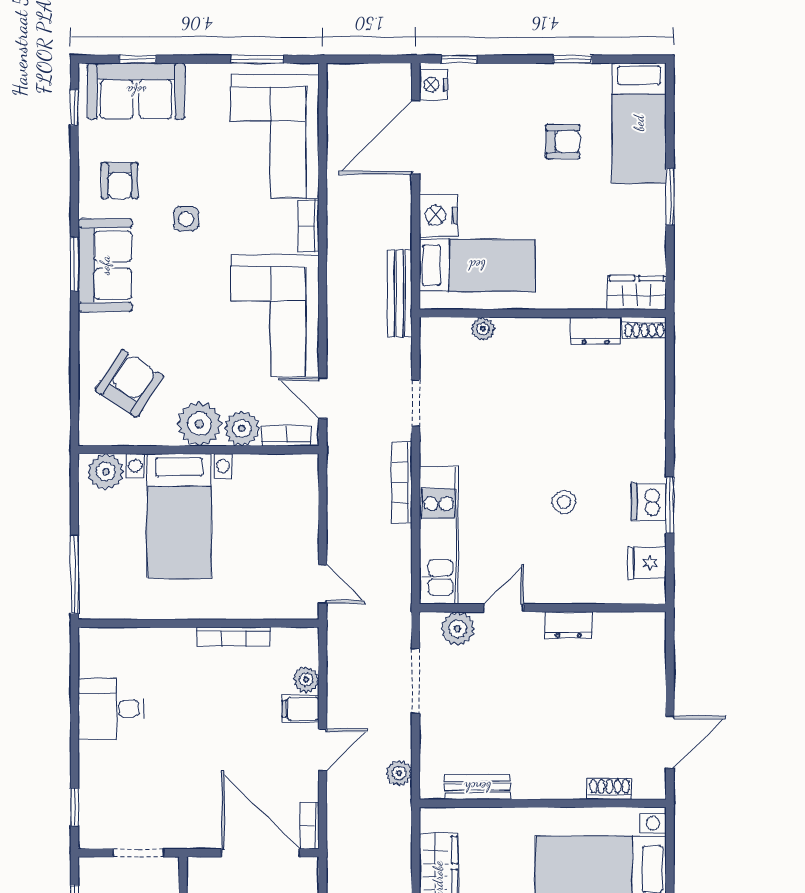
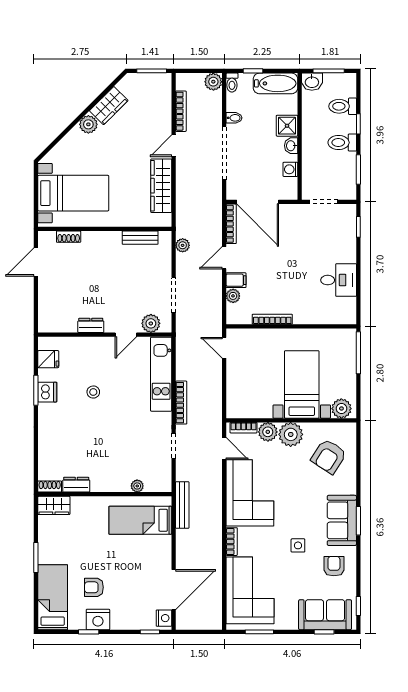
nightstand: (438, 215) -> (98, 620), moved, turned 90
bookcase: (309, 826) -> (231, 224), width x1.56

